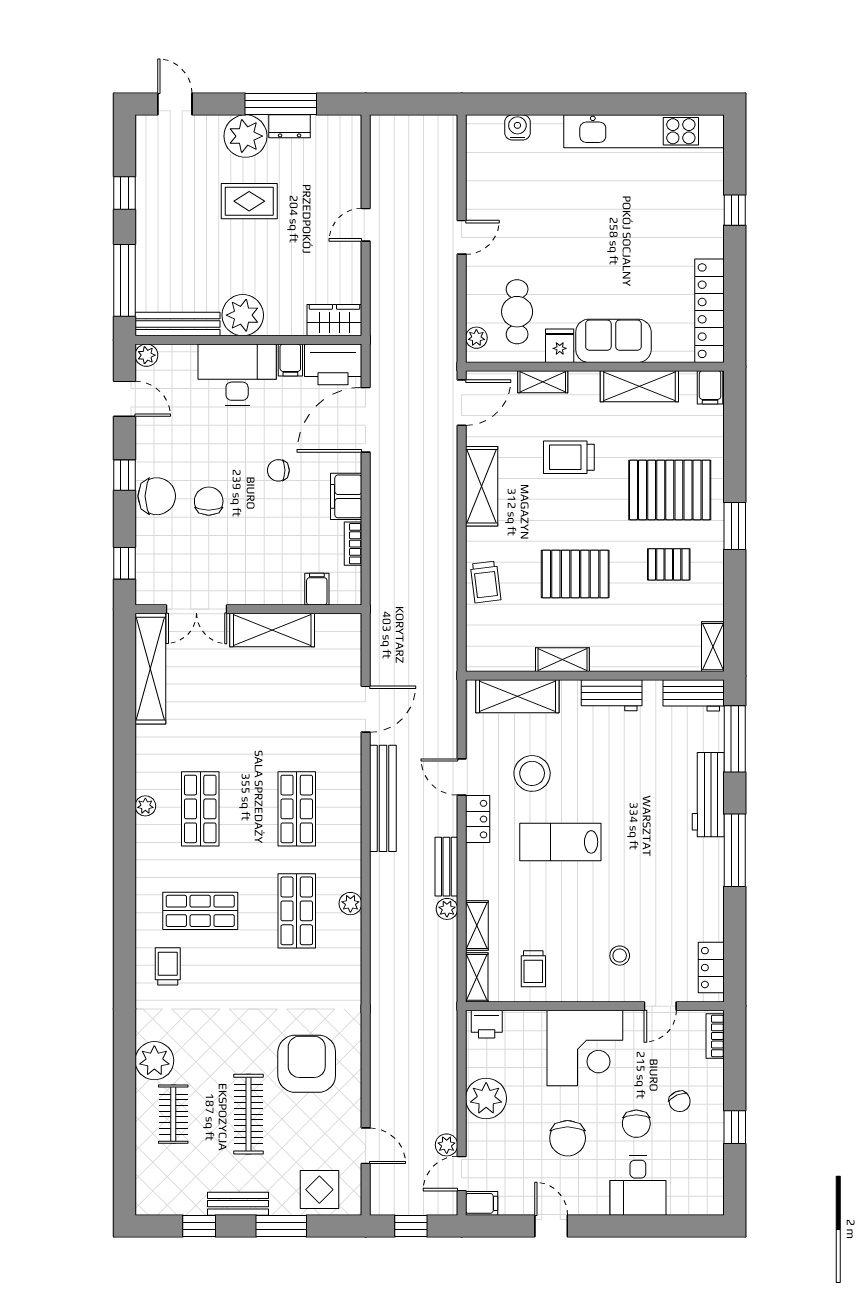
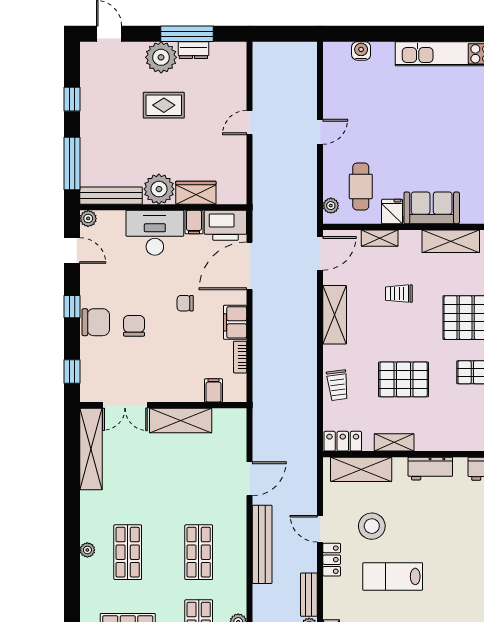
wardrobe: (334, 320) -> (196, 193), moved
trolley: (569, 457) -> (399, 294), width x0.73, depth x0.72
locker: (493, 658) -> (343, 441), added

